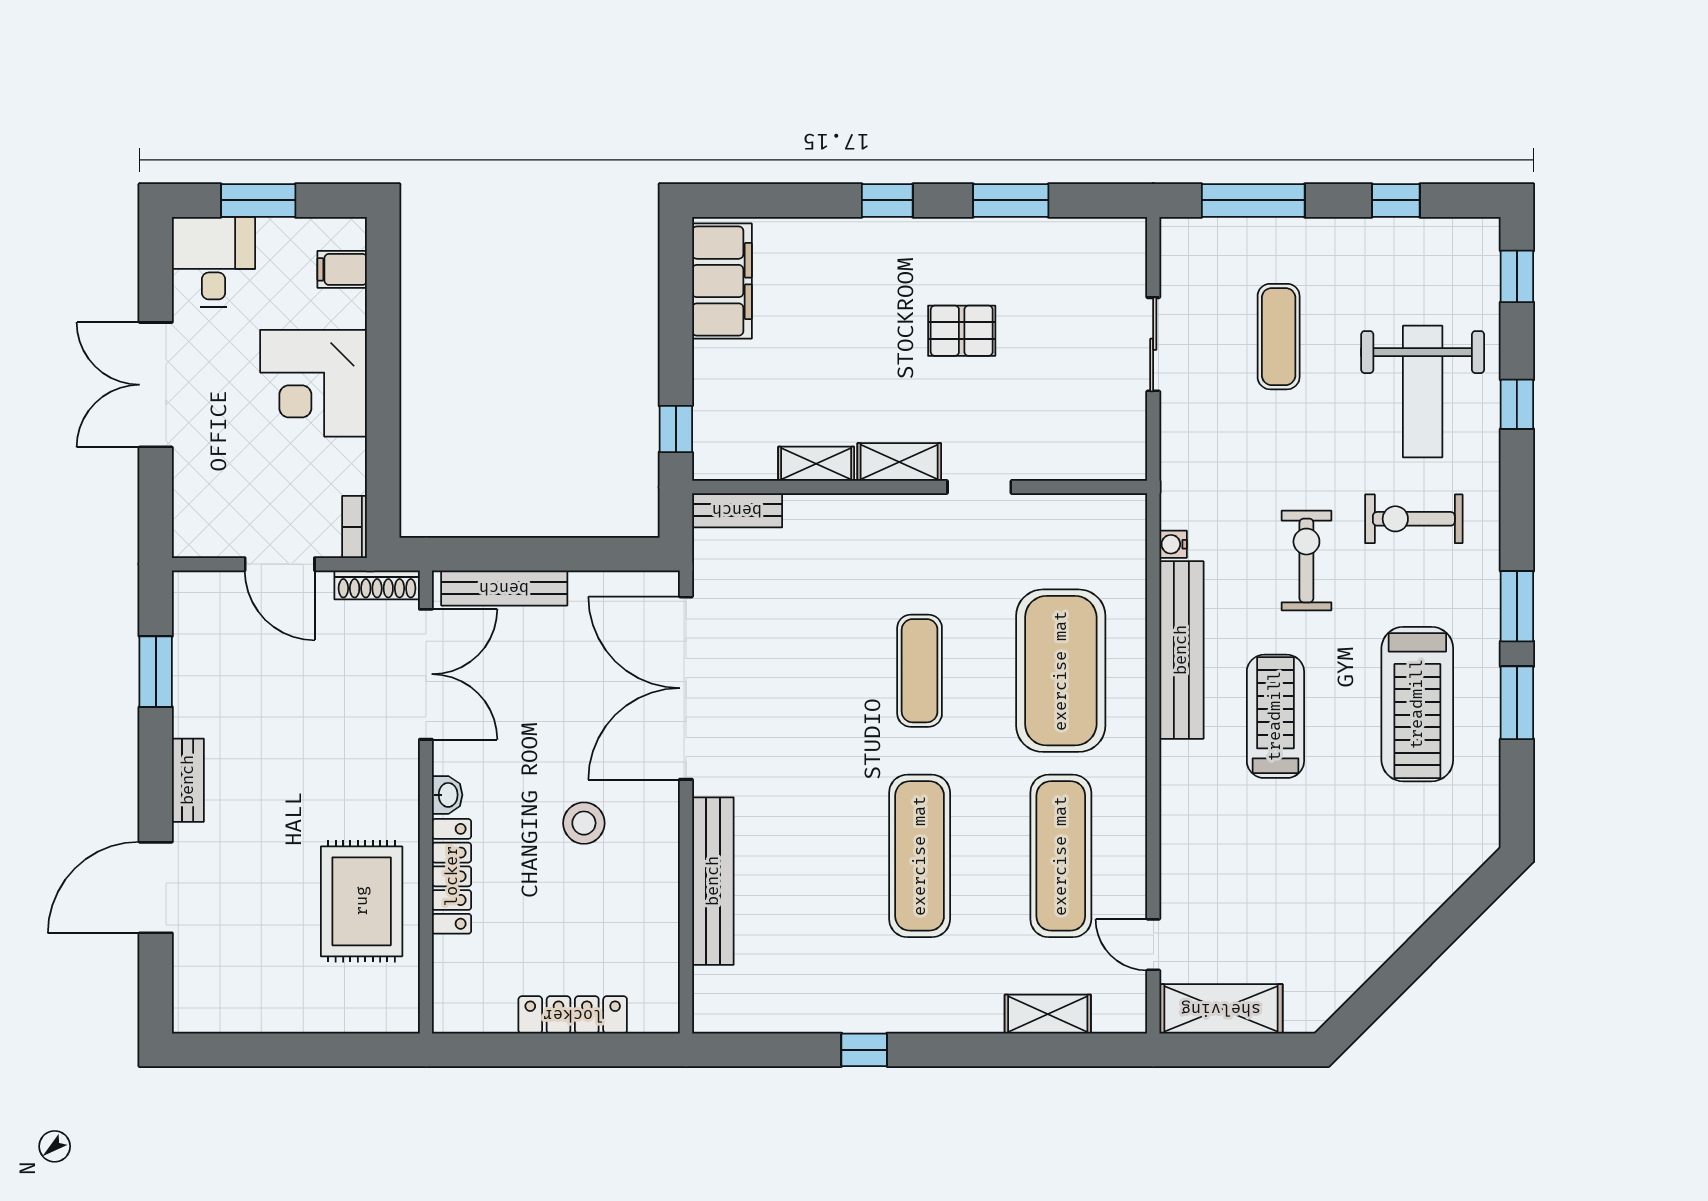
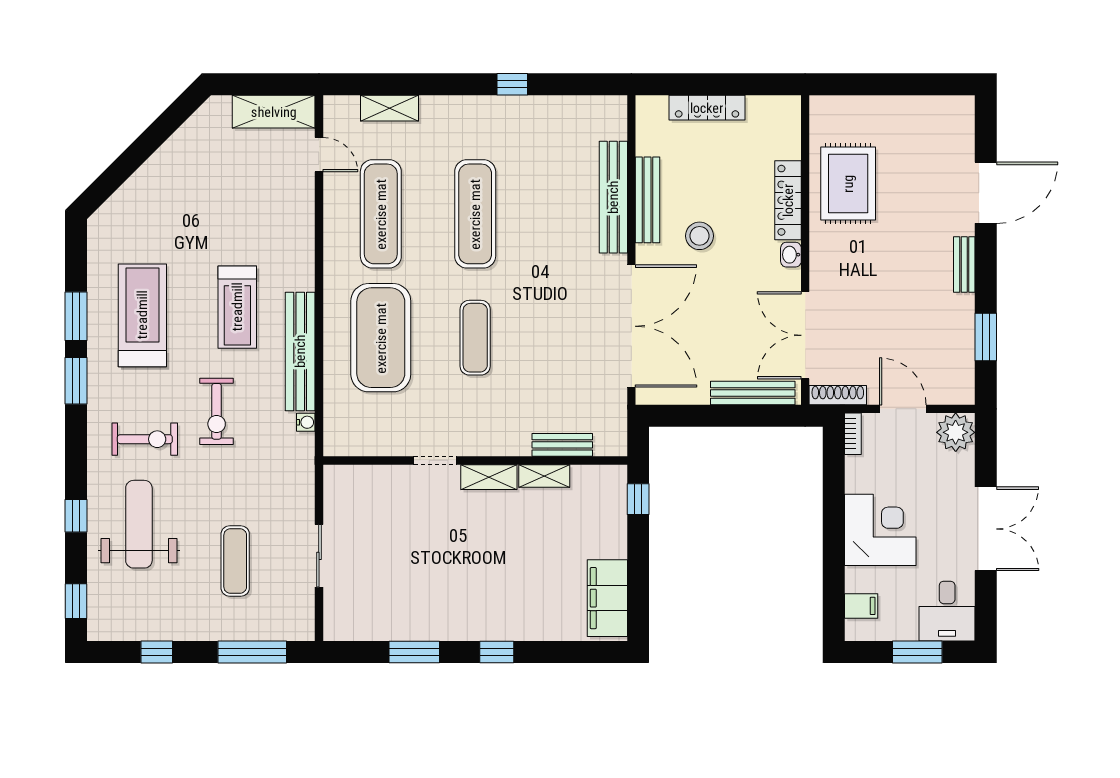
pallet: (962, 331) -> (447, 565), removed
bench: (737, 510) -> (562, 445), moved
plant: (201, 529) -> (956, 432), added
bench: (662, 877) -> (647, 200), added

